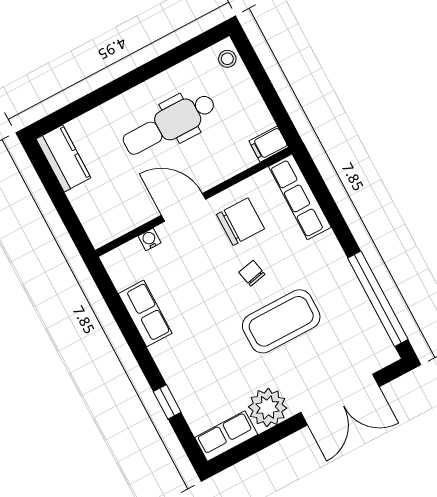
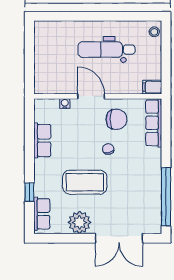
kitchen counter: (63, 158) -> (43, 38), removed
coffee table: (281, 321) -> (85, 182), moved
row of seats: (226, 436) -> (42, 214), moved, turned 90

